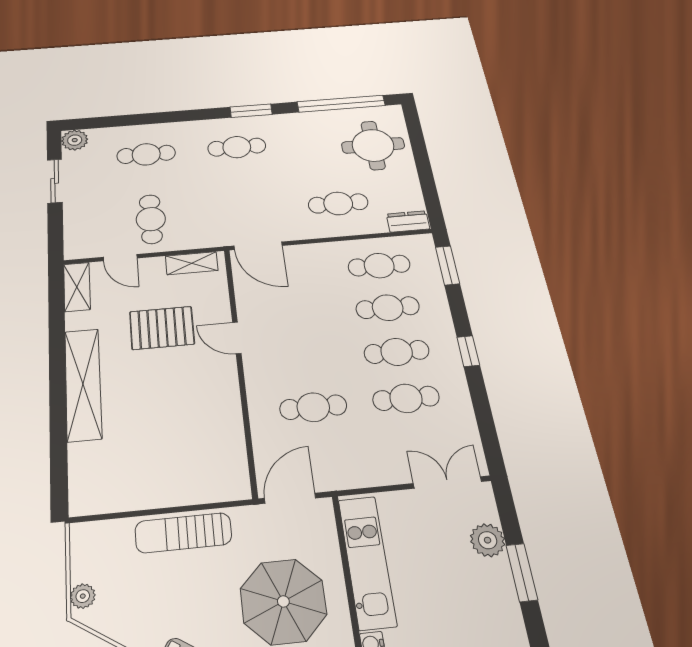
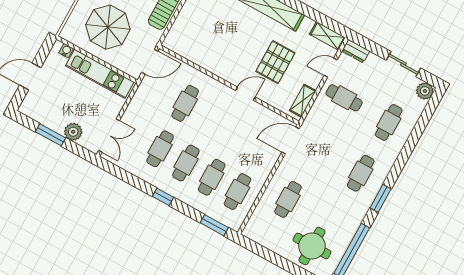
dresser: (408, 221) -> (356, 51), moved, turned 90
door: (290, 498) -> (150, 62), hinge flipped

